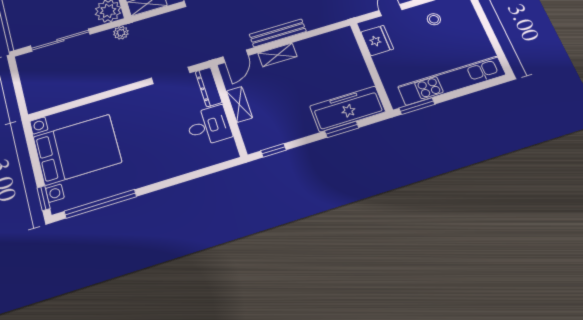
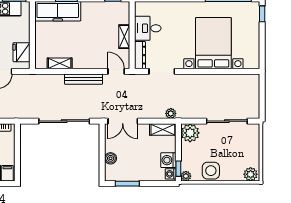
plant: (121, 33) -> (171, 113), moved
shelving: (277, 55) -> (60, 63), moved
door: (236, 56) -> (116, 71), hinge flipped
bed with nightstands: (77, 149) -> (213, 43), moved, turned 90

